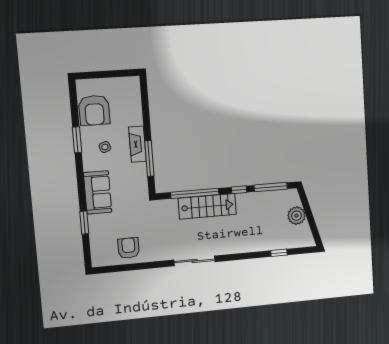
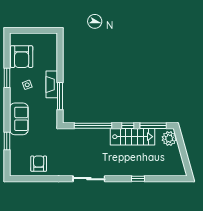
stairs: (207, 206) -> (133, 137), moved
plant: (297, 216) -> (169, 138), moved
window: (279, 253) -> (138, 179), moved

